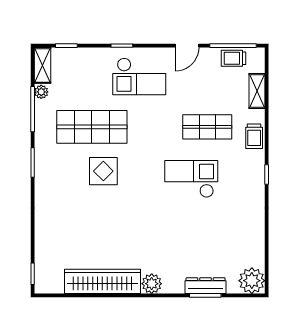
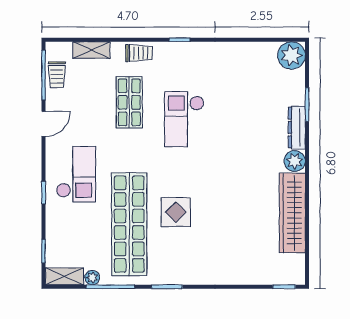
door: (187, 46) -> (44, 124), hinge flipped
shop shelf: (92, 127) -> (129, 224), width x1.40
dresser: (206, 286) -> (297, 127), moved

